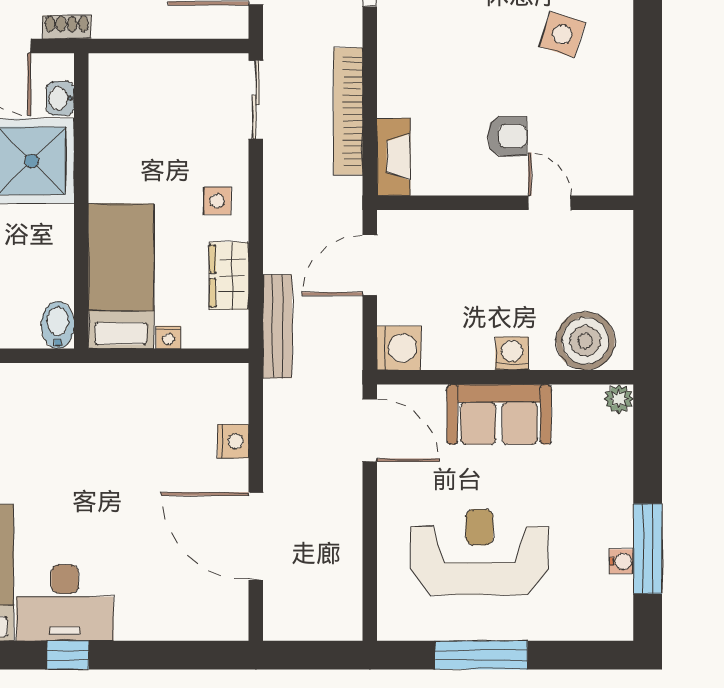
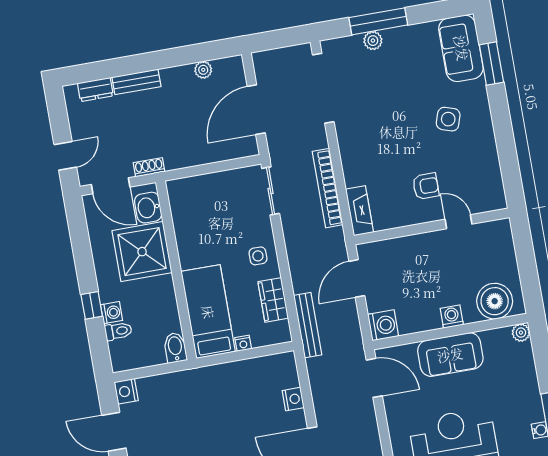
washbasin: (60, 98) -> (148, 208), width x1.38, depth x1.45

